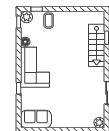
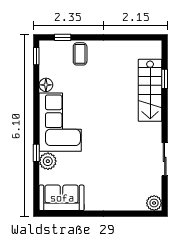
plant: (27, 17) -> (48, 161), moved

